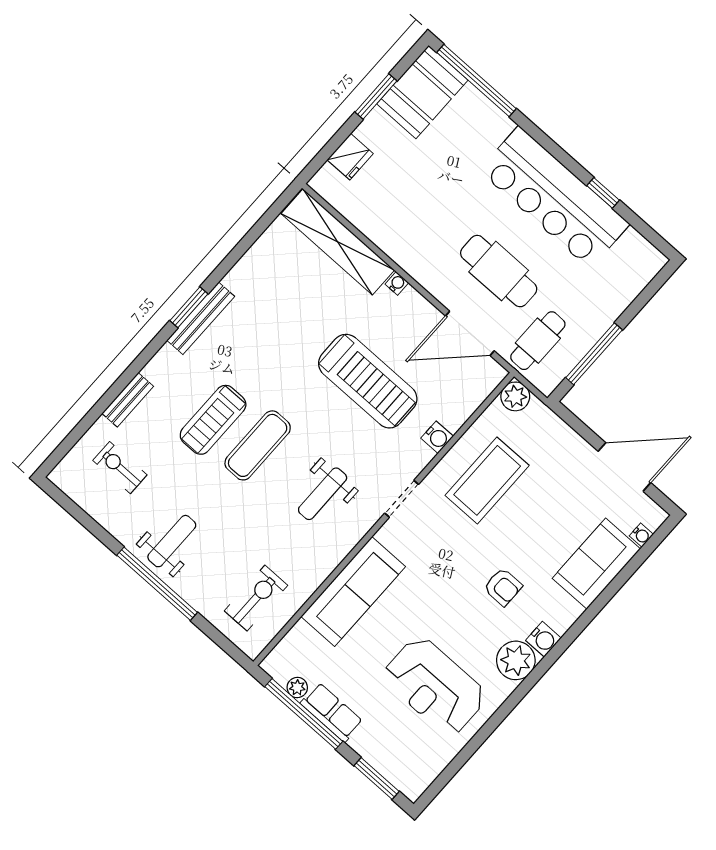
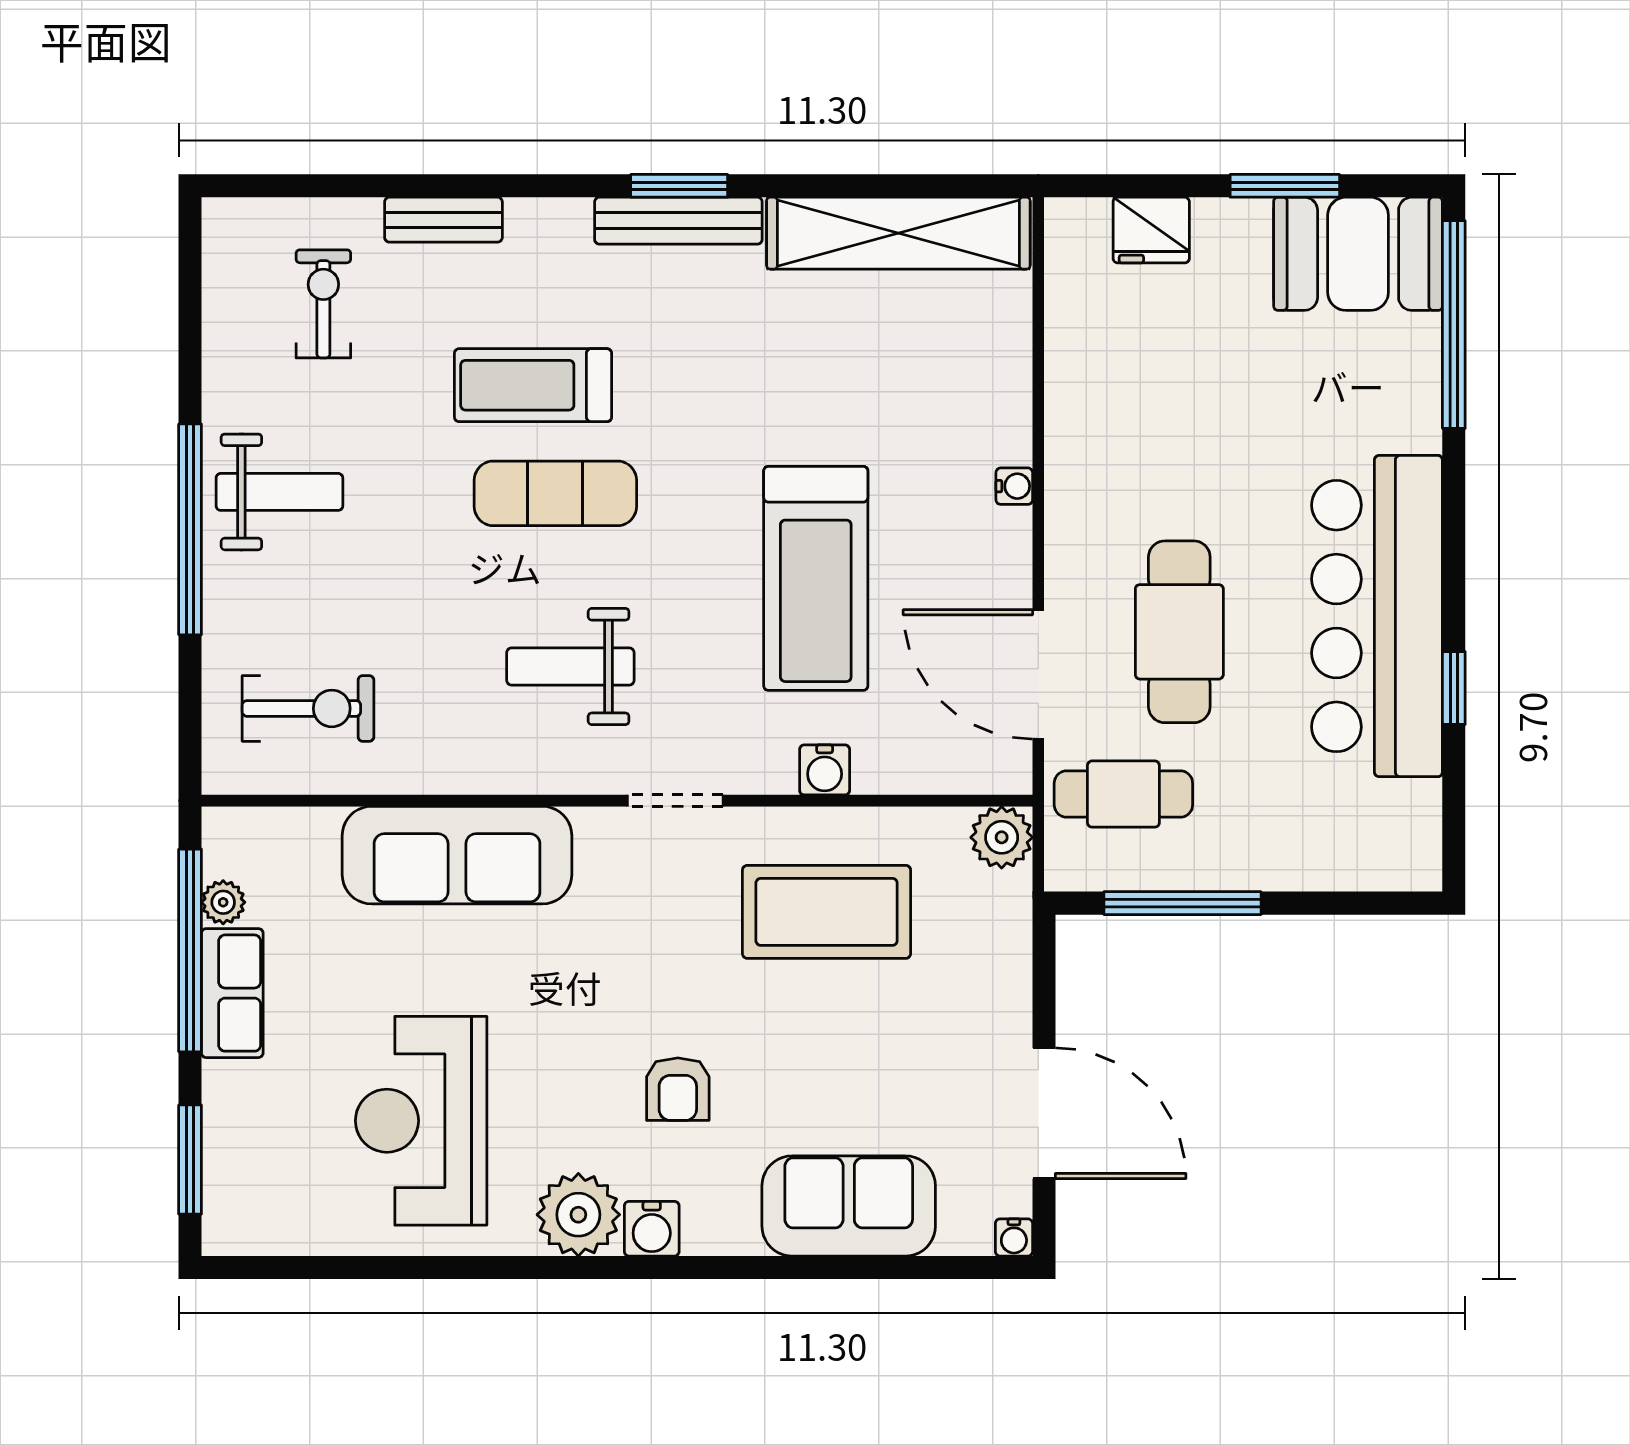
shelving: (338, 242) -> (898, 233), moved, turned 90
water cooler: (641, 535) -> (1014, 1237), moved

